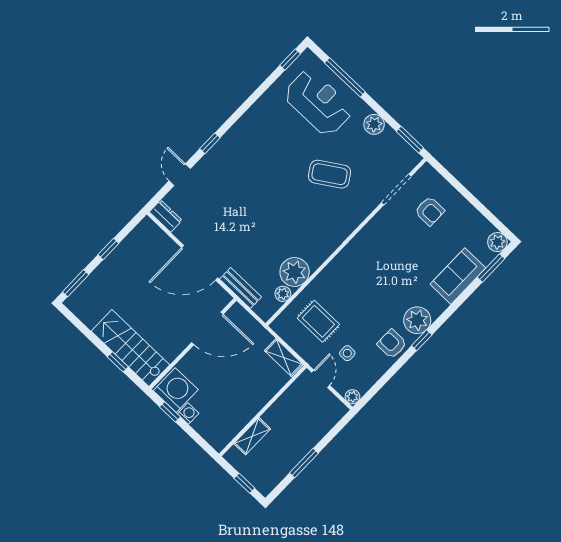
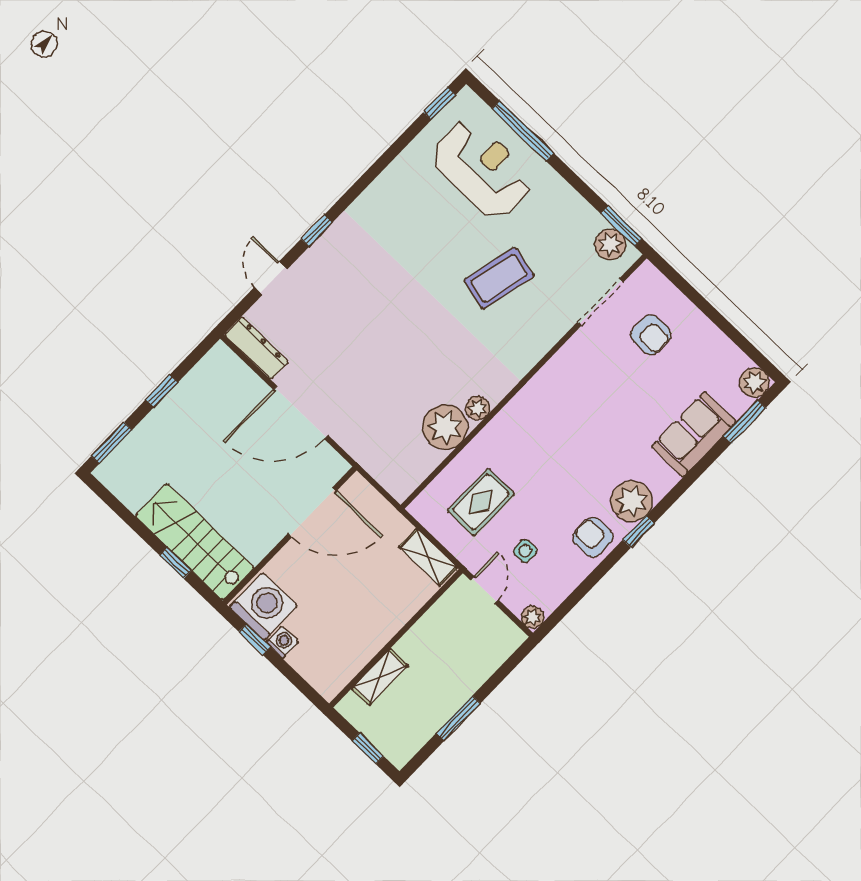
plant: (374, 124) -> (610, 244), moved
coffee table: (330, 174) -> (499, 278), turned -44
dresser: (166, 216) -> (256, 348), width x1.44
bench: (240, 288) -> (363, 451), removed
plant: (283, 294) -> (478, 408), moved
rug: (318, 321) -> (481, 502), turned 90

